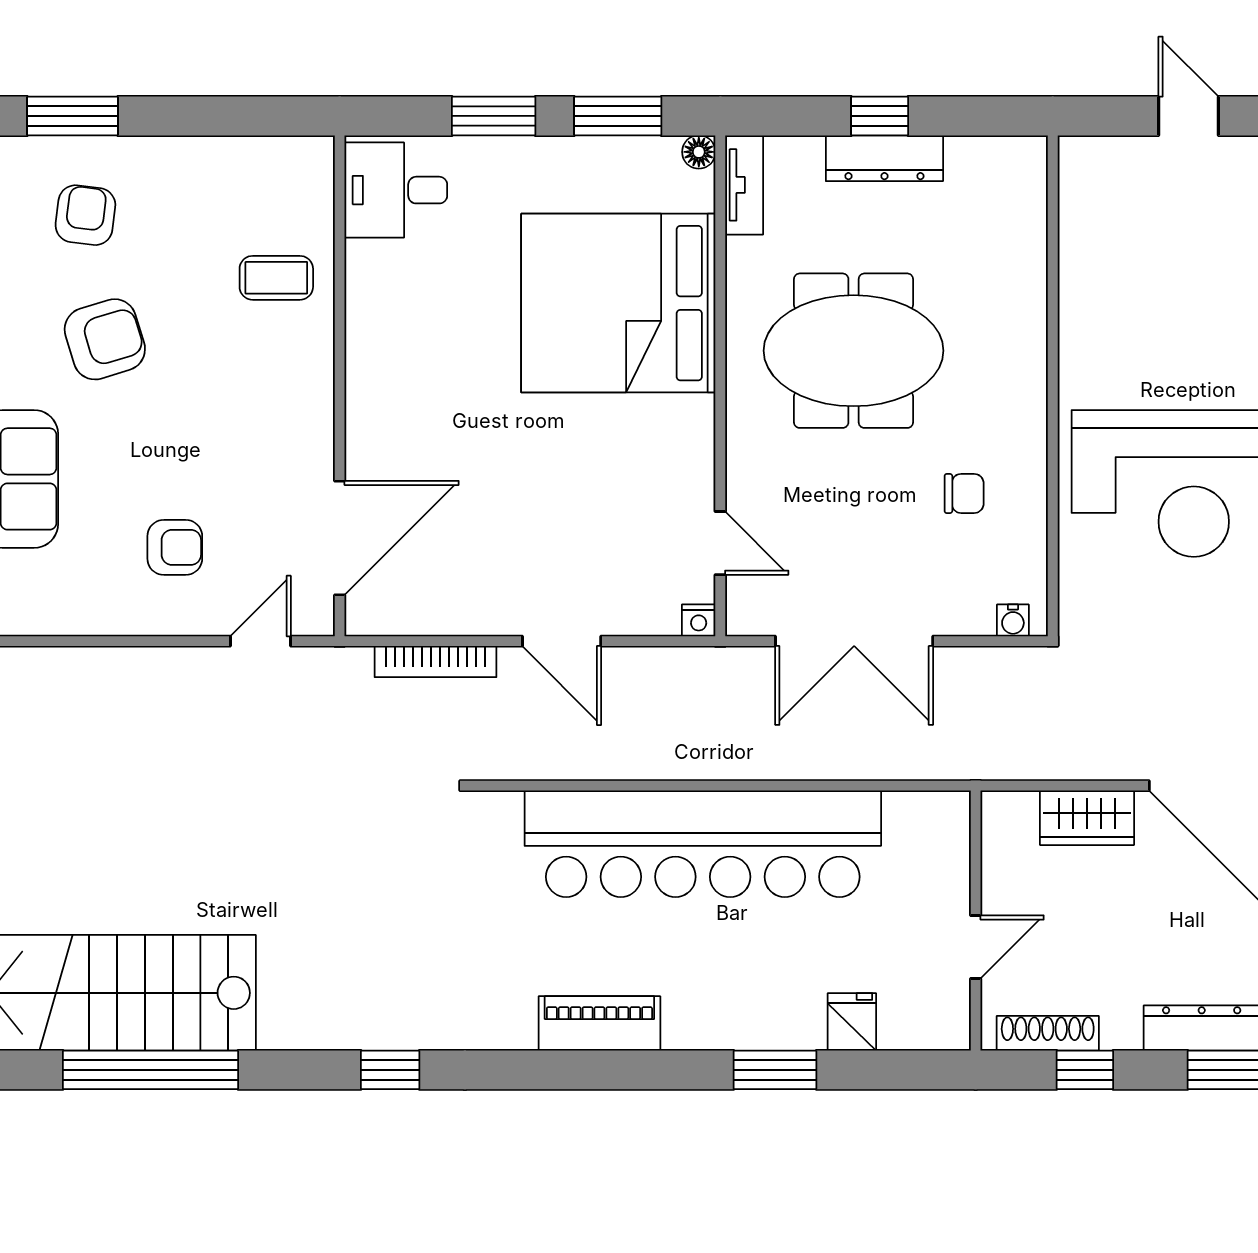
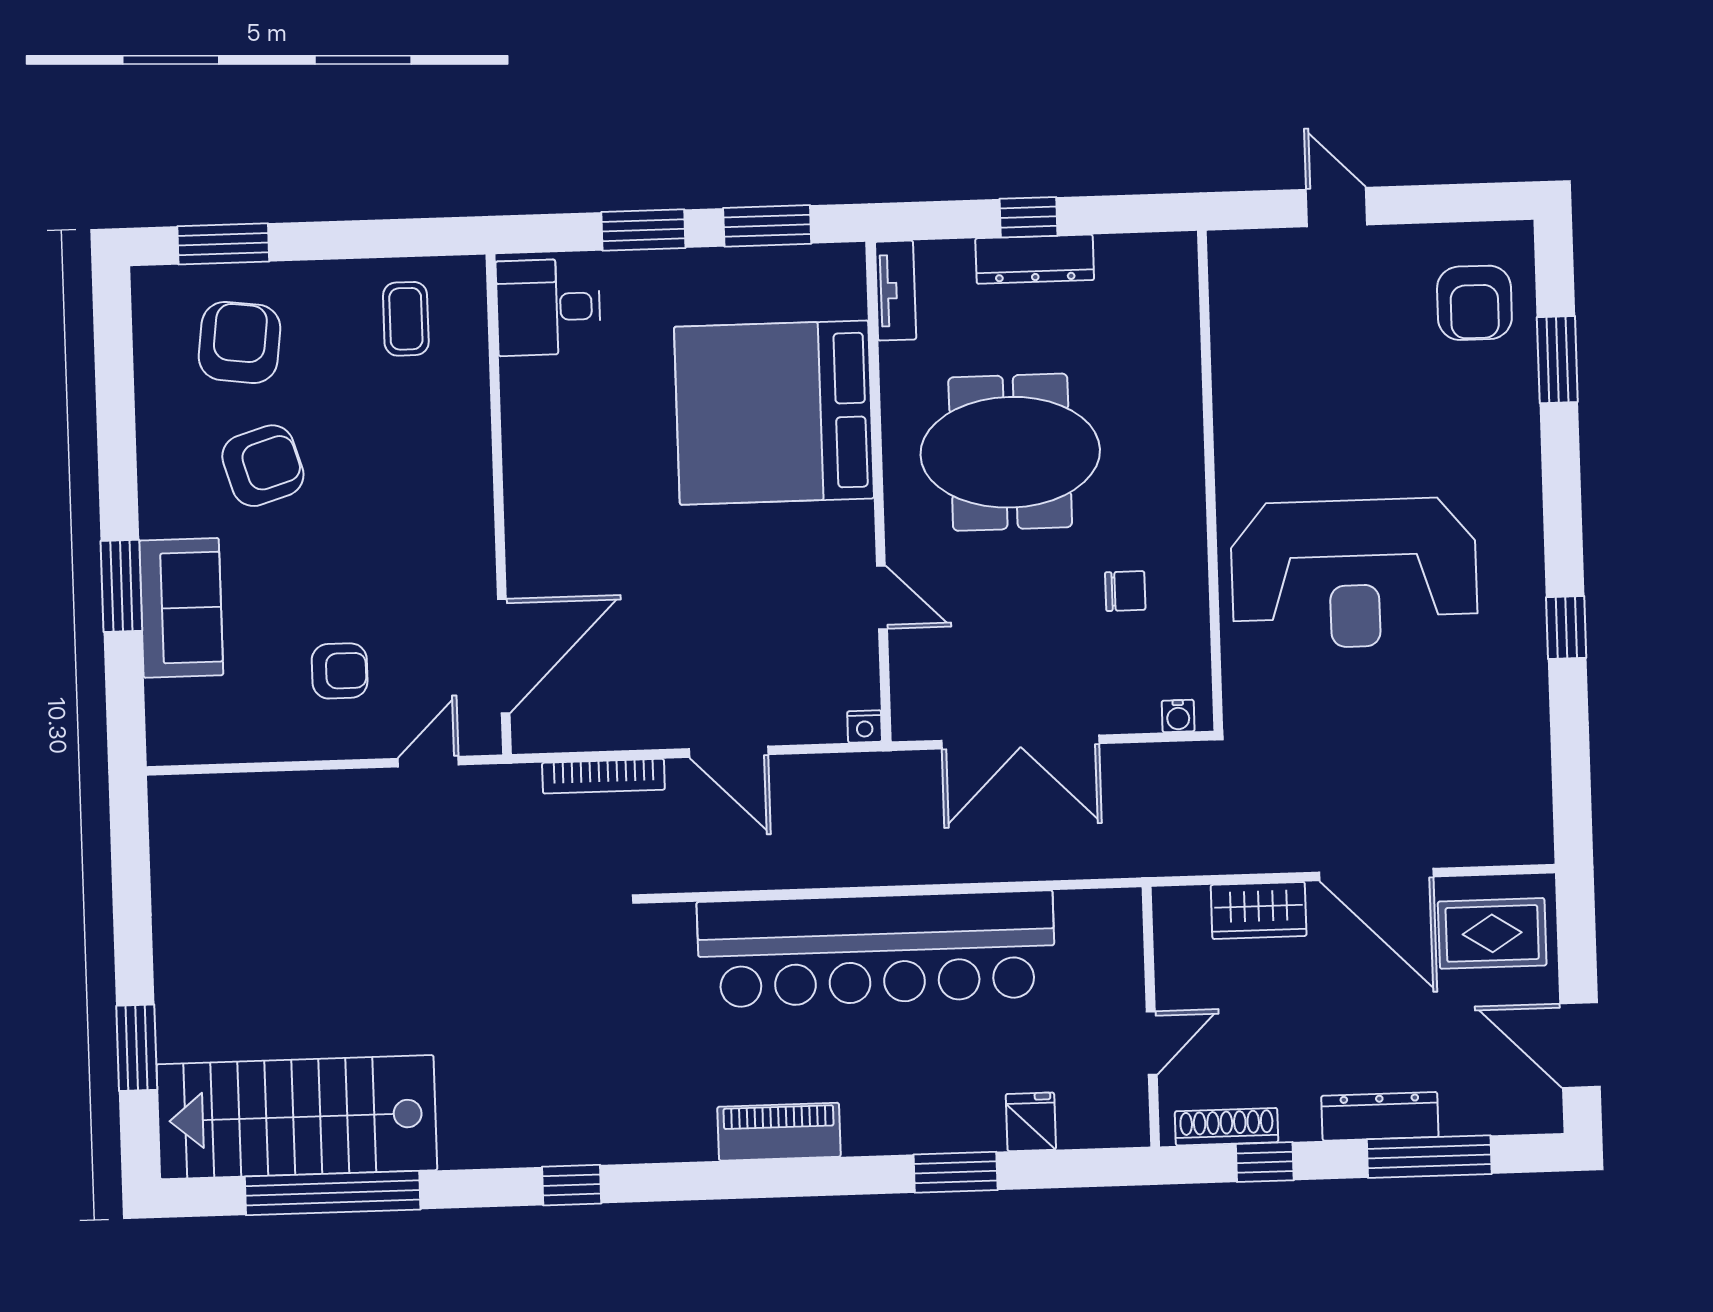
floor lamp: (699, 152) -> (849, 259), removed
armchair: (85, 215) -> (240, 342), width x1.38, depth x1.38
coffee table: (276, 278) -> (406, 319), moved, turned 90
door: (720, 543) -> (882, 597), moved

